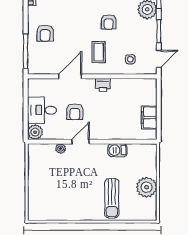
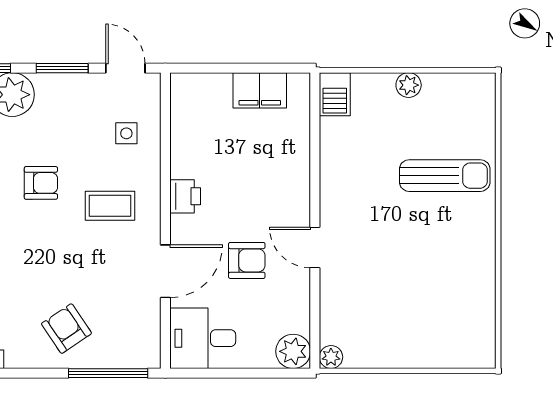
armchair: (45, 33) -> (66, 329), turned -124
door: (70, 76) -> (165, 271), swing flipped
desk: (42, 110) -> (203, 338), moved, turned 90
plant: (61, 149) -> (331, 357), moved
barbecue: (117, 150) -> (335, 94), moved
plant: (147, 187) -> (409, 85), width x0.53, depth x0.53

